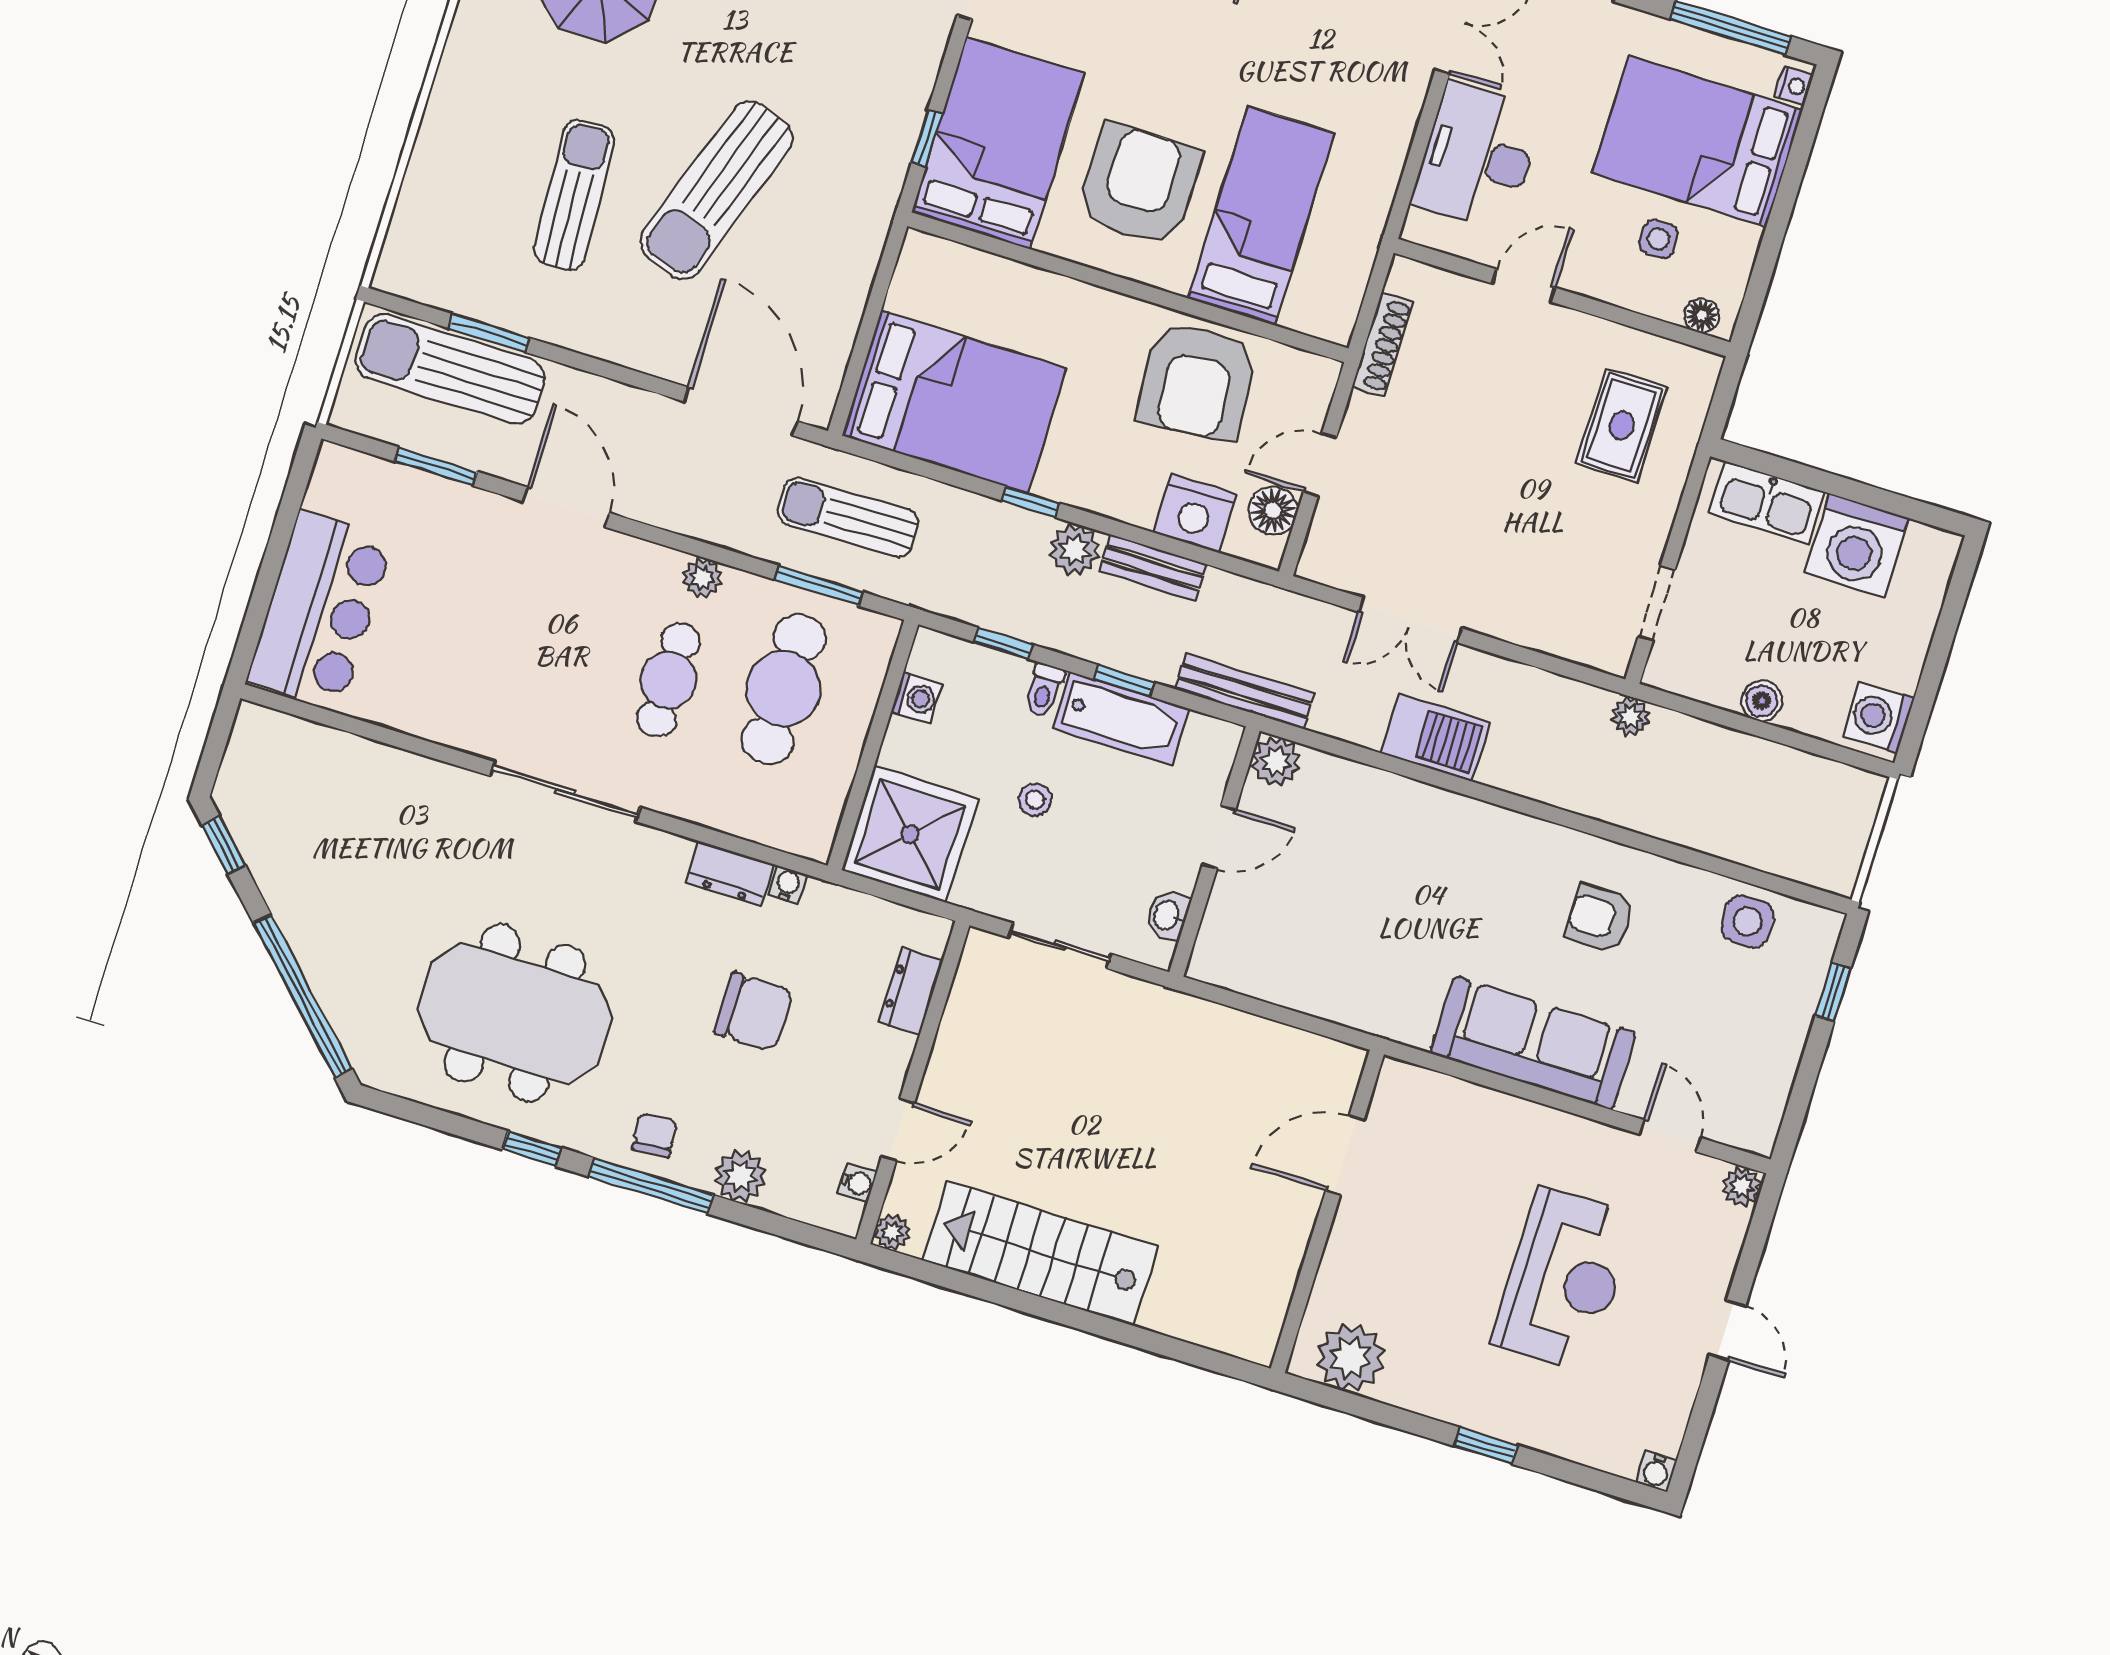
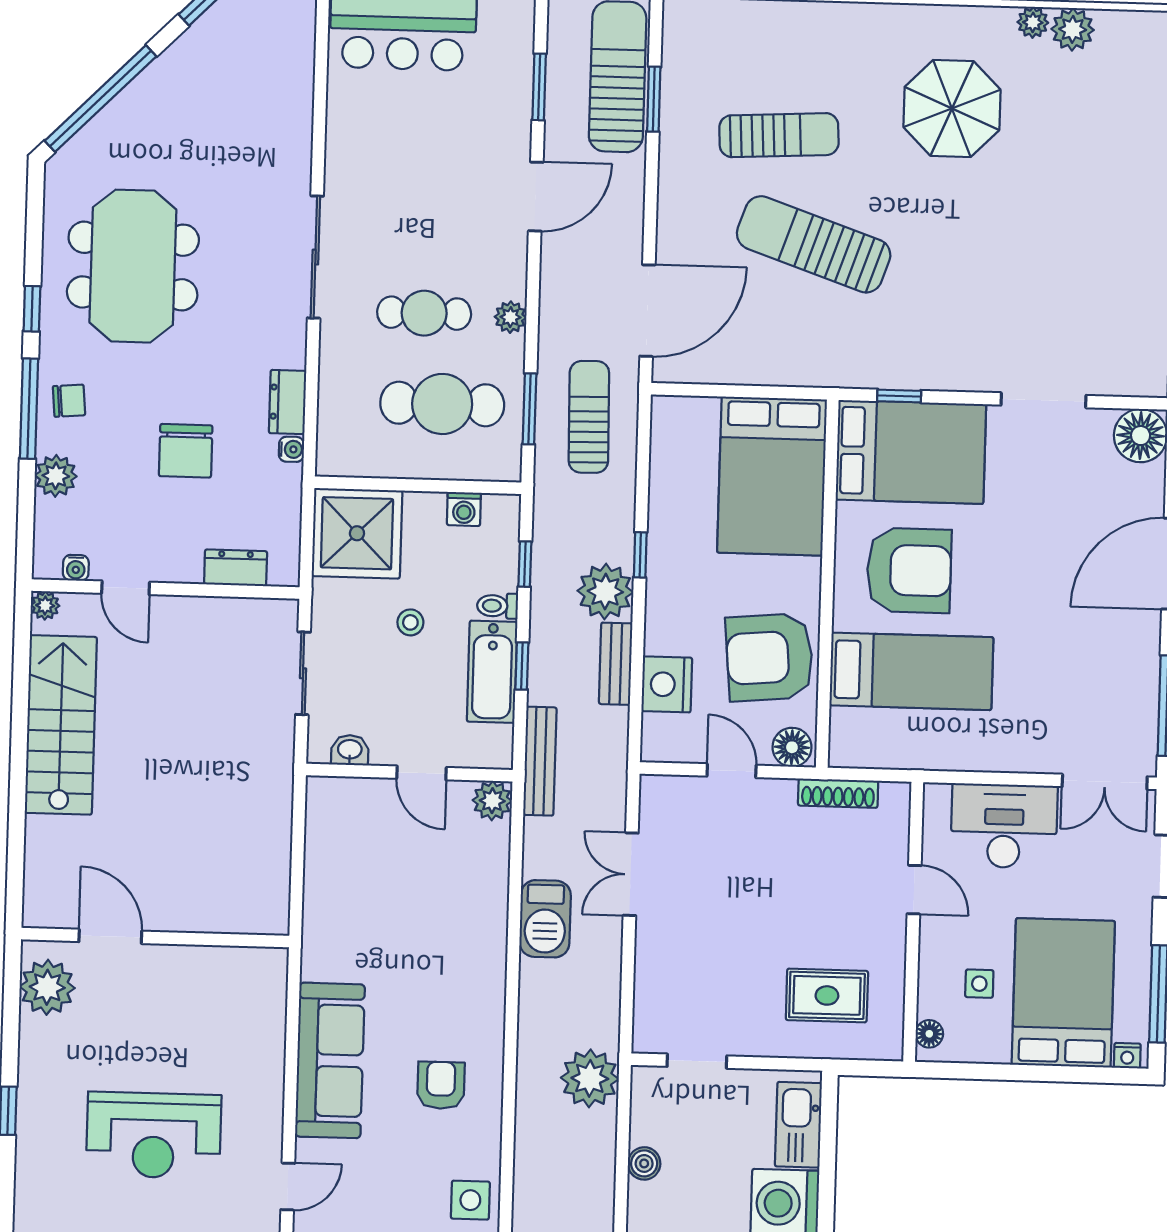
bed: (954, 402) -> (772, 476), moved
floor lamp: (1273, 510) -> (792, 747), moved
plant: (1075, 550) -> (605, 591), width x1.36, depth x1.36
plant: (1630, 716) -> (590, 1078), width x1.88, depth x1.88
door: (1345, 1155) -> (110, 936), moved

